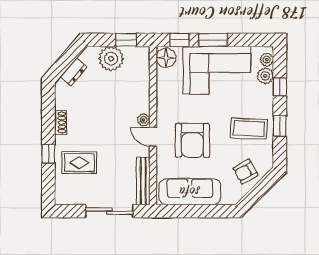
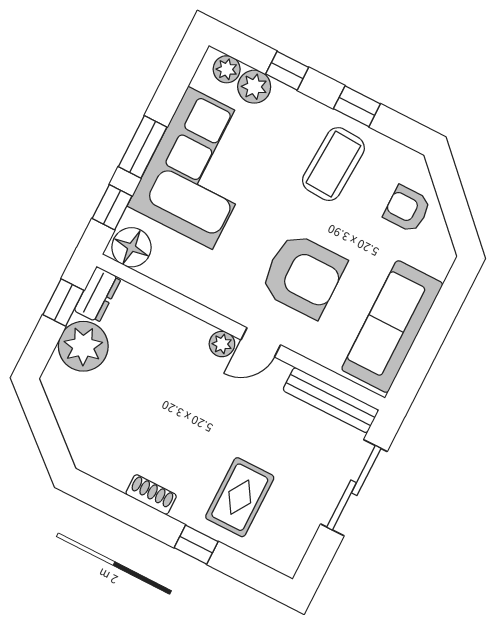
dresser: (74, 72) -> (98, 295), moved, turned 49
armchair: (246, 172) -> (407, 209), turned 119

